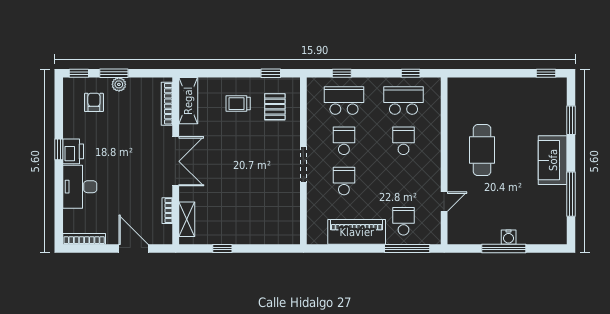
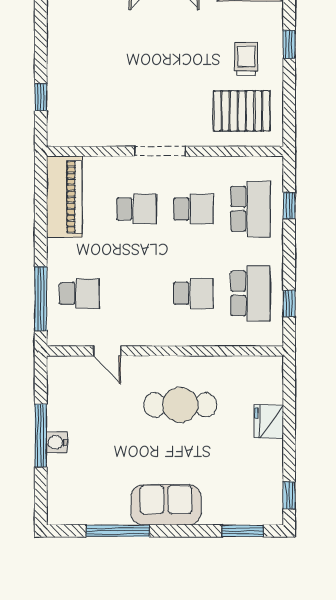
window: (271, 73) -> (289, 44), moved
fridge: (494, 88) -> (269, 422), added
pallet: (275, 107) -> (242, 111), width x1.50, depth x1.42
window: (571, 120) -> (243, 531), moved
piano: (357, 232) -> (64, 197), moved
window: (222, 248) -> (41, 97), moved

